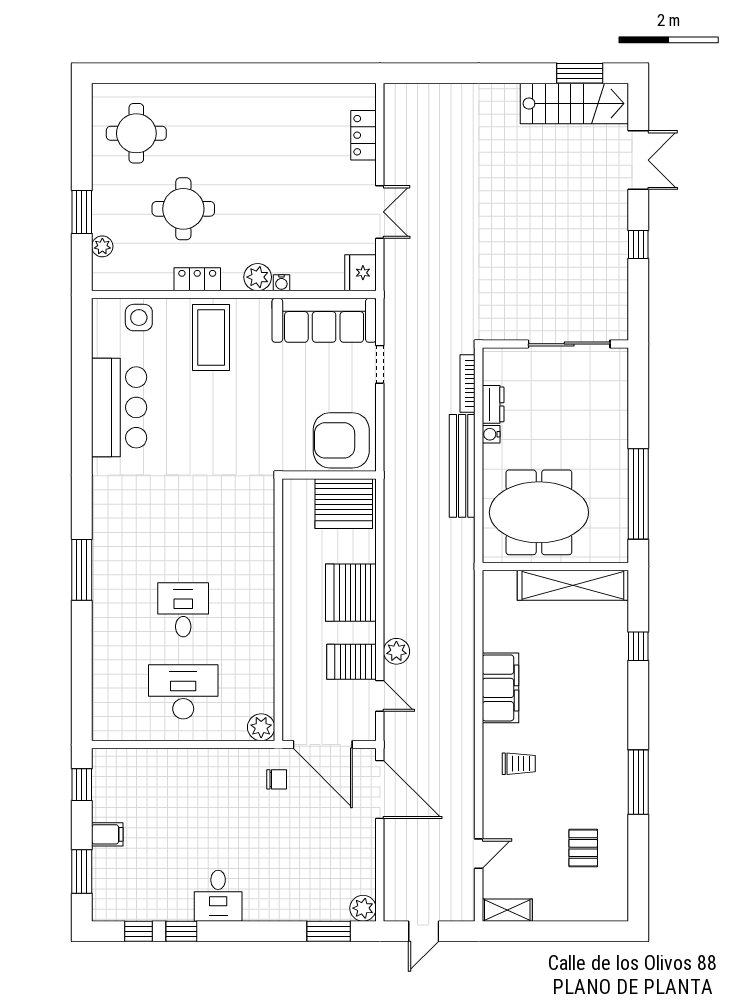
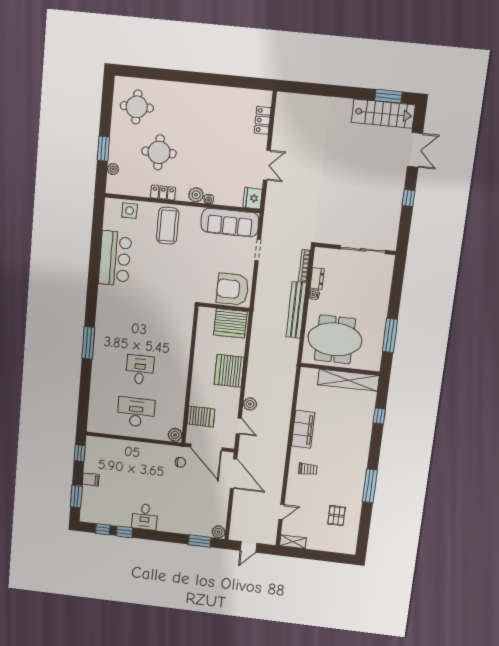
window: (638, 494) -> (390, 335), width x0.68
server rack: (351, 662) -> (201, 417), moved, turned 180

